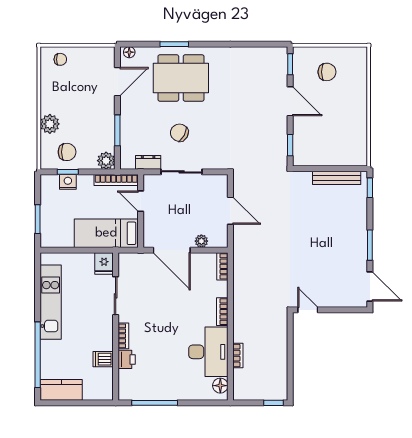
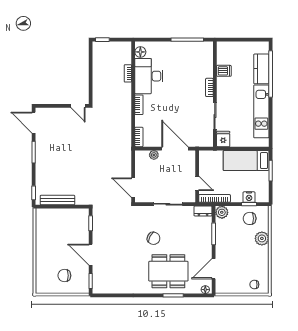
chair: (179, 133) -> (154, 238), moved
dresser: (148, 162) -> (203, 211), moved
door: (230, 211) -> (133, 188), moved
bed: (106, 233) -> (246, 161), moved, turned 180
printer: (127, 359) -> (207, 71), removed
kitchen counter: (61, 390) -> (261, 69), moved, turned 90

